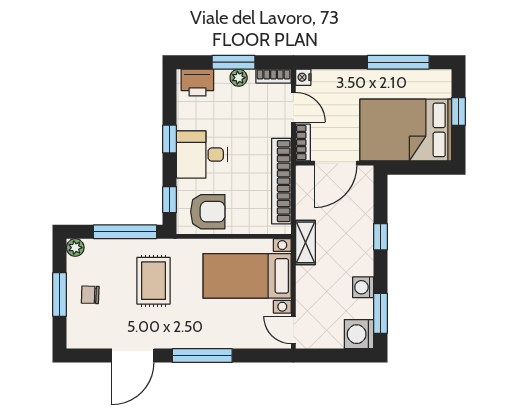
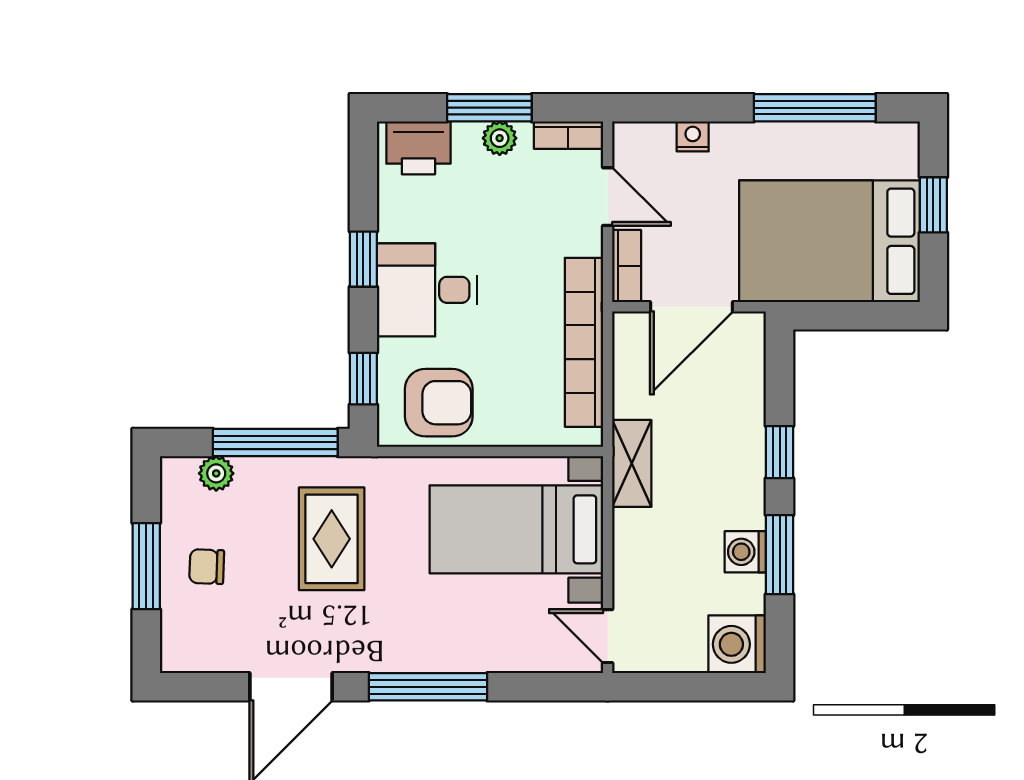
nightstand: (303, 77) -> (693, 136), moved, turned 90
plant: (75, 248) -> (216, 473), moved
window: (380, 313) -> (780, 555), moved

